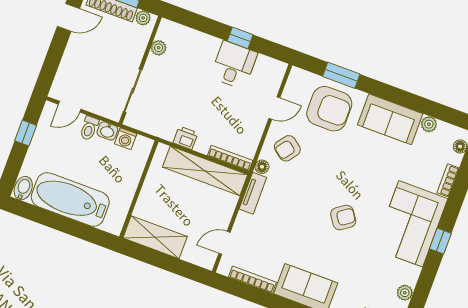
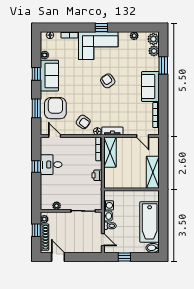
window: (401, 98) -> (36, 74), added
door: (274, 108) -> (55, 136), moved
shelving: (205, 171) -> (110, 152), width x0.68

